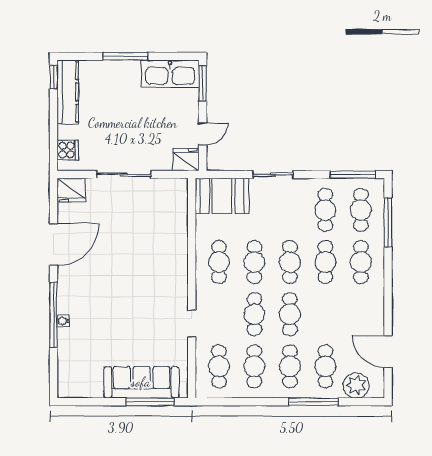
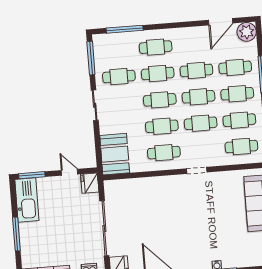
sliding door: (124, 175) -> (104, 228), width x1.36
sliding door: (273, 175) -> (95, 105), moved
cafe table: (361, 210) -> (196, 70), moved
doorway: (192, 324) -> (197, 170), moved
plant: (356, 385) -> (247, 32), moved

